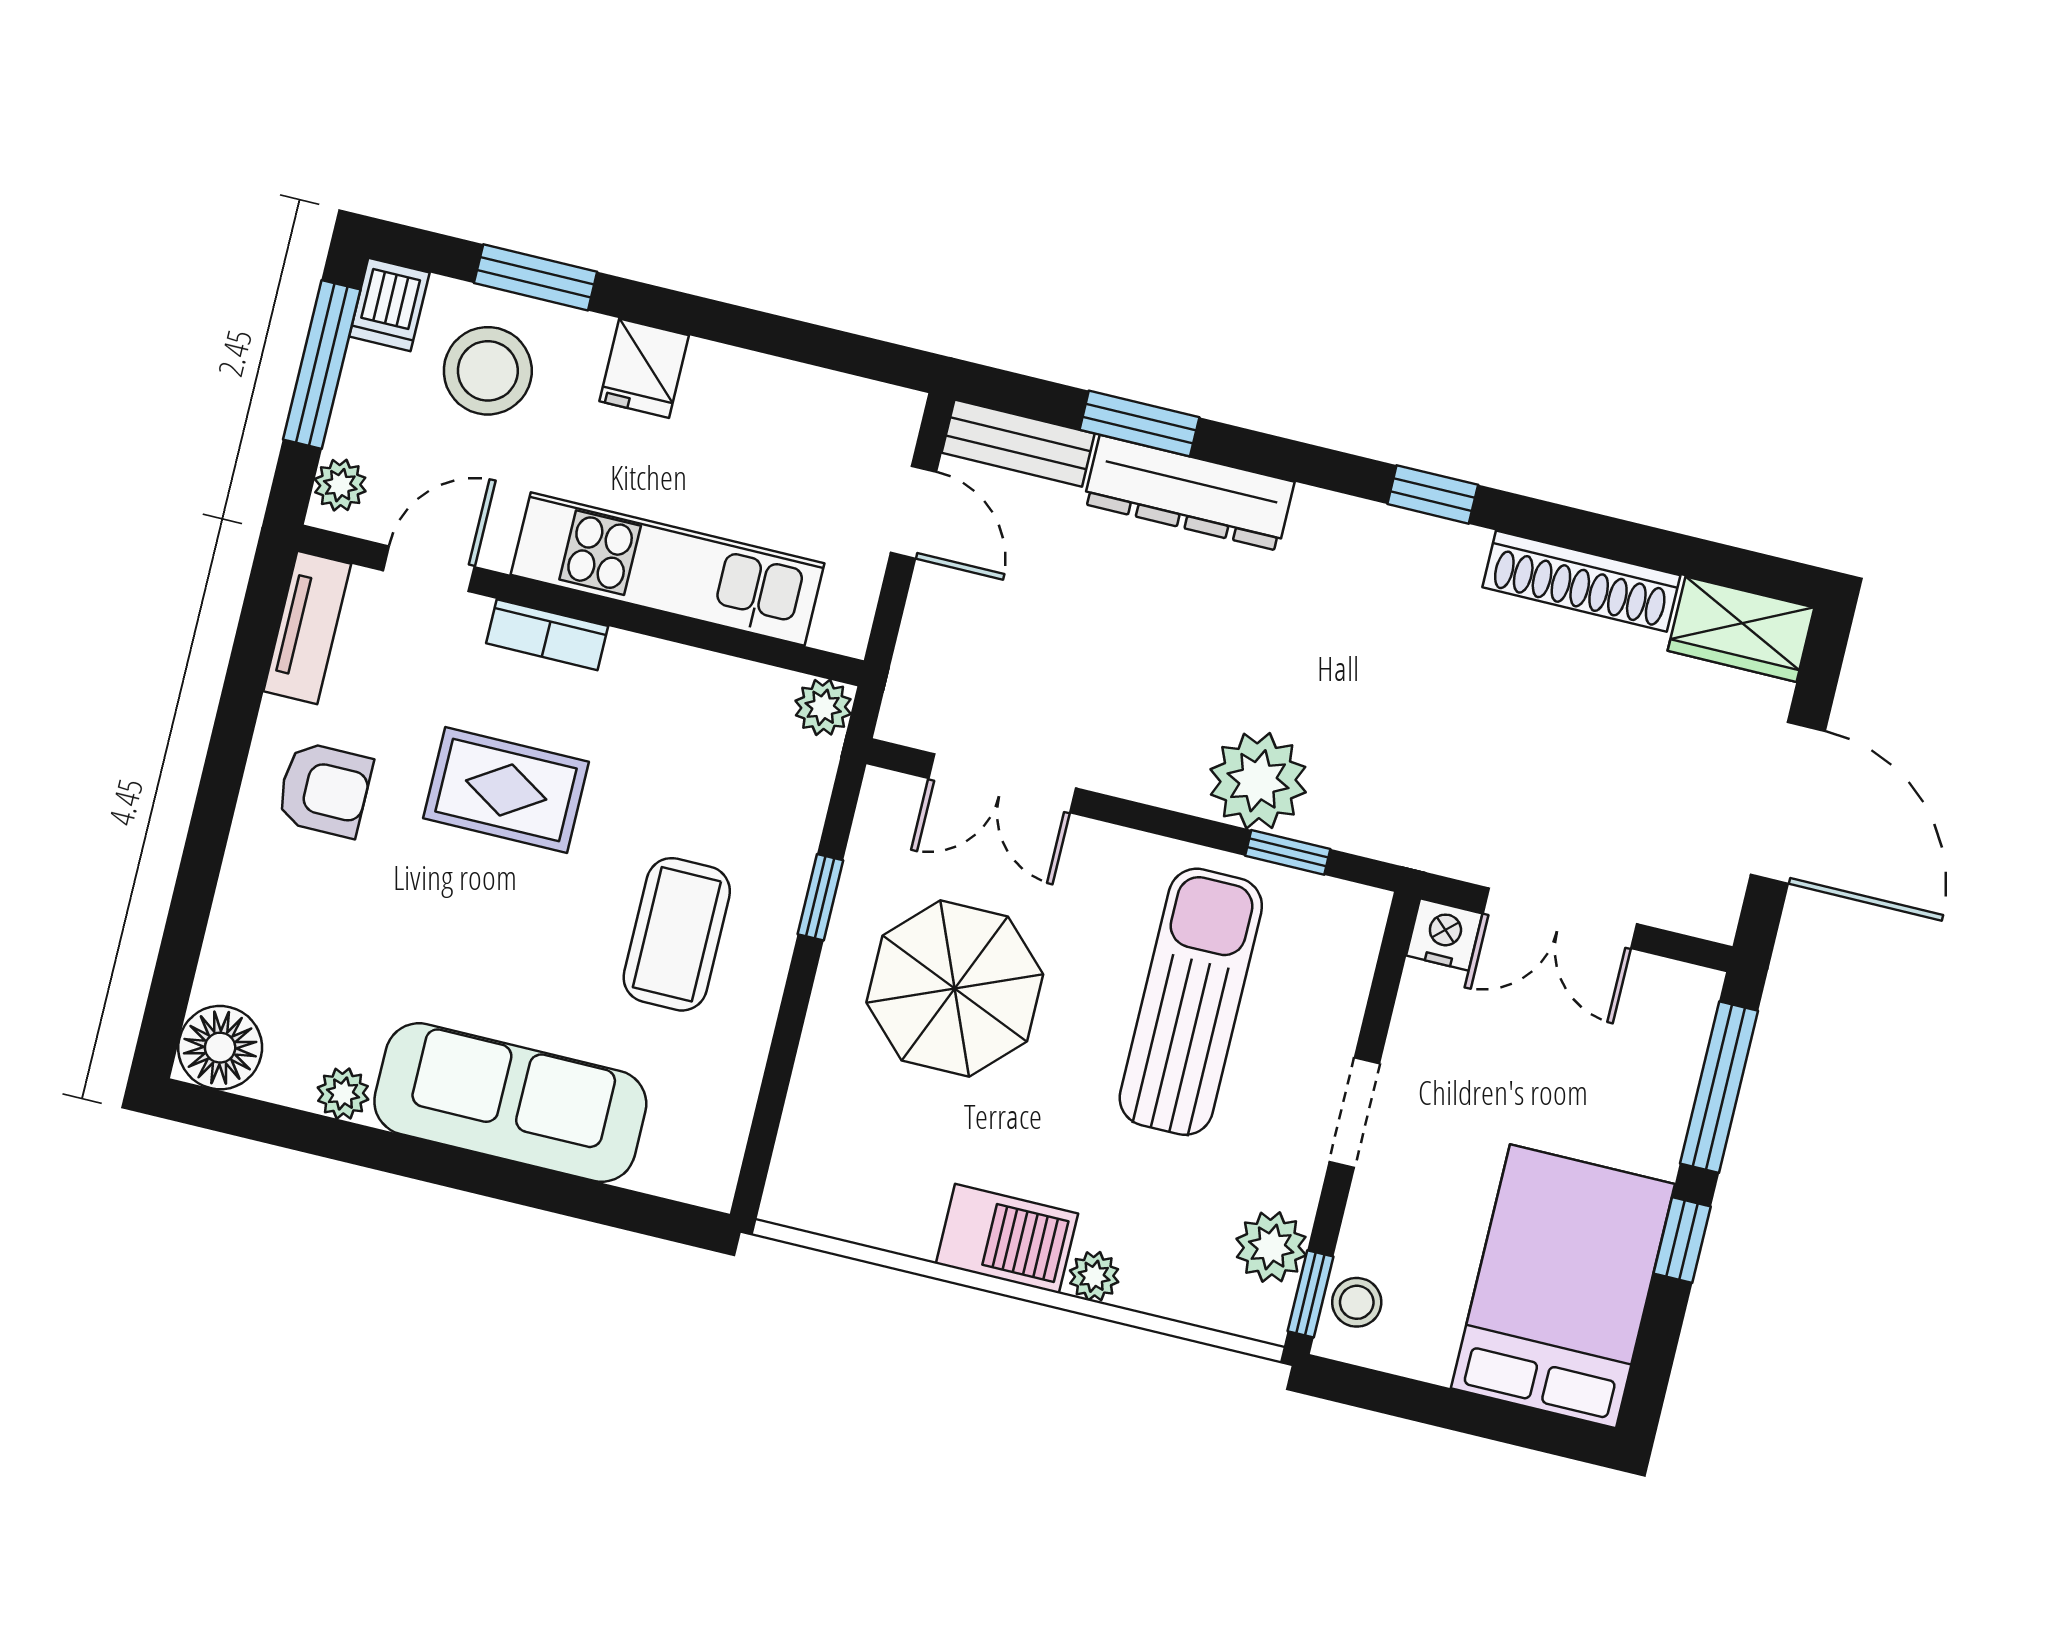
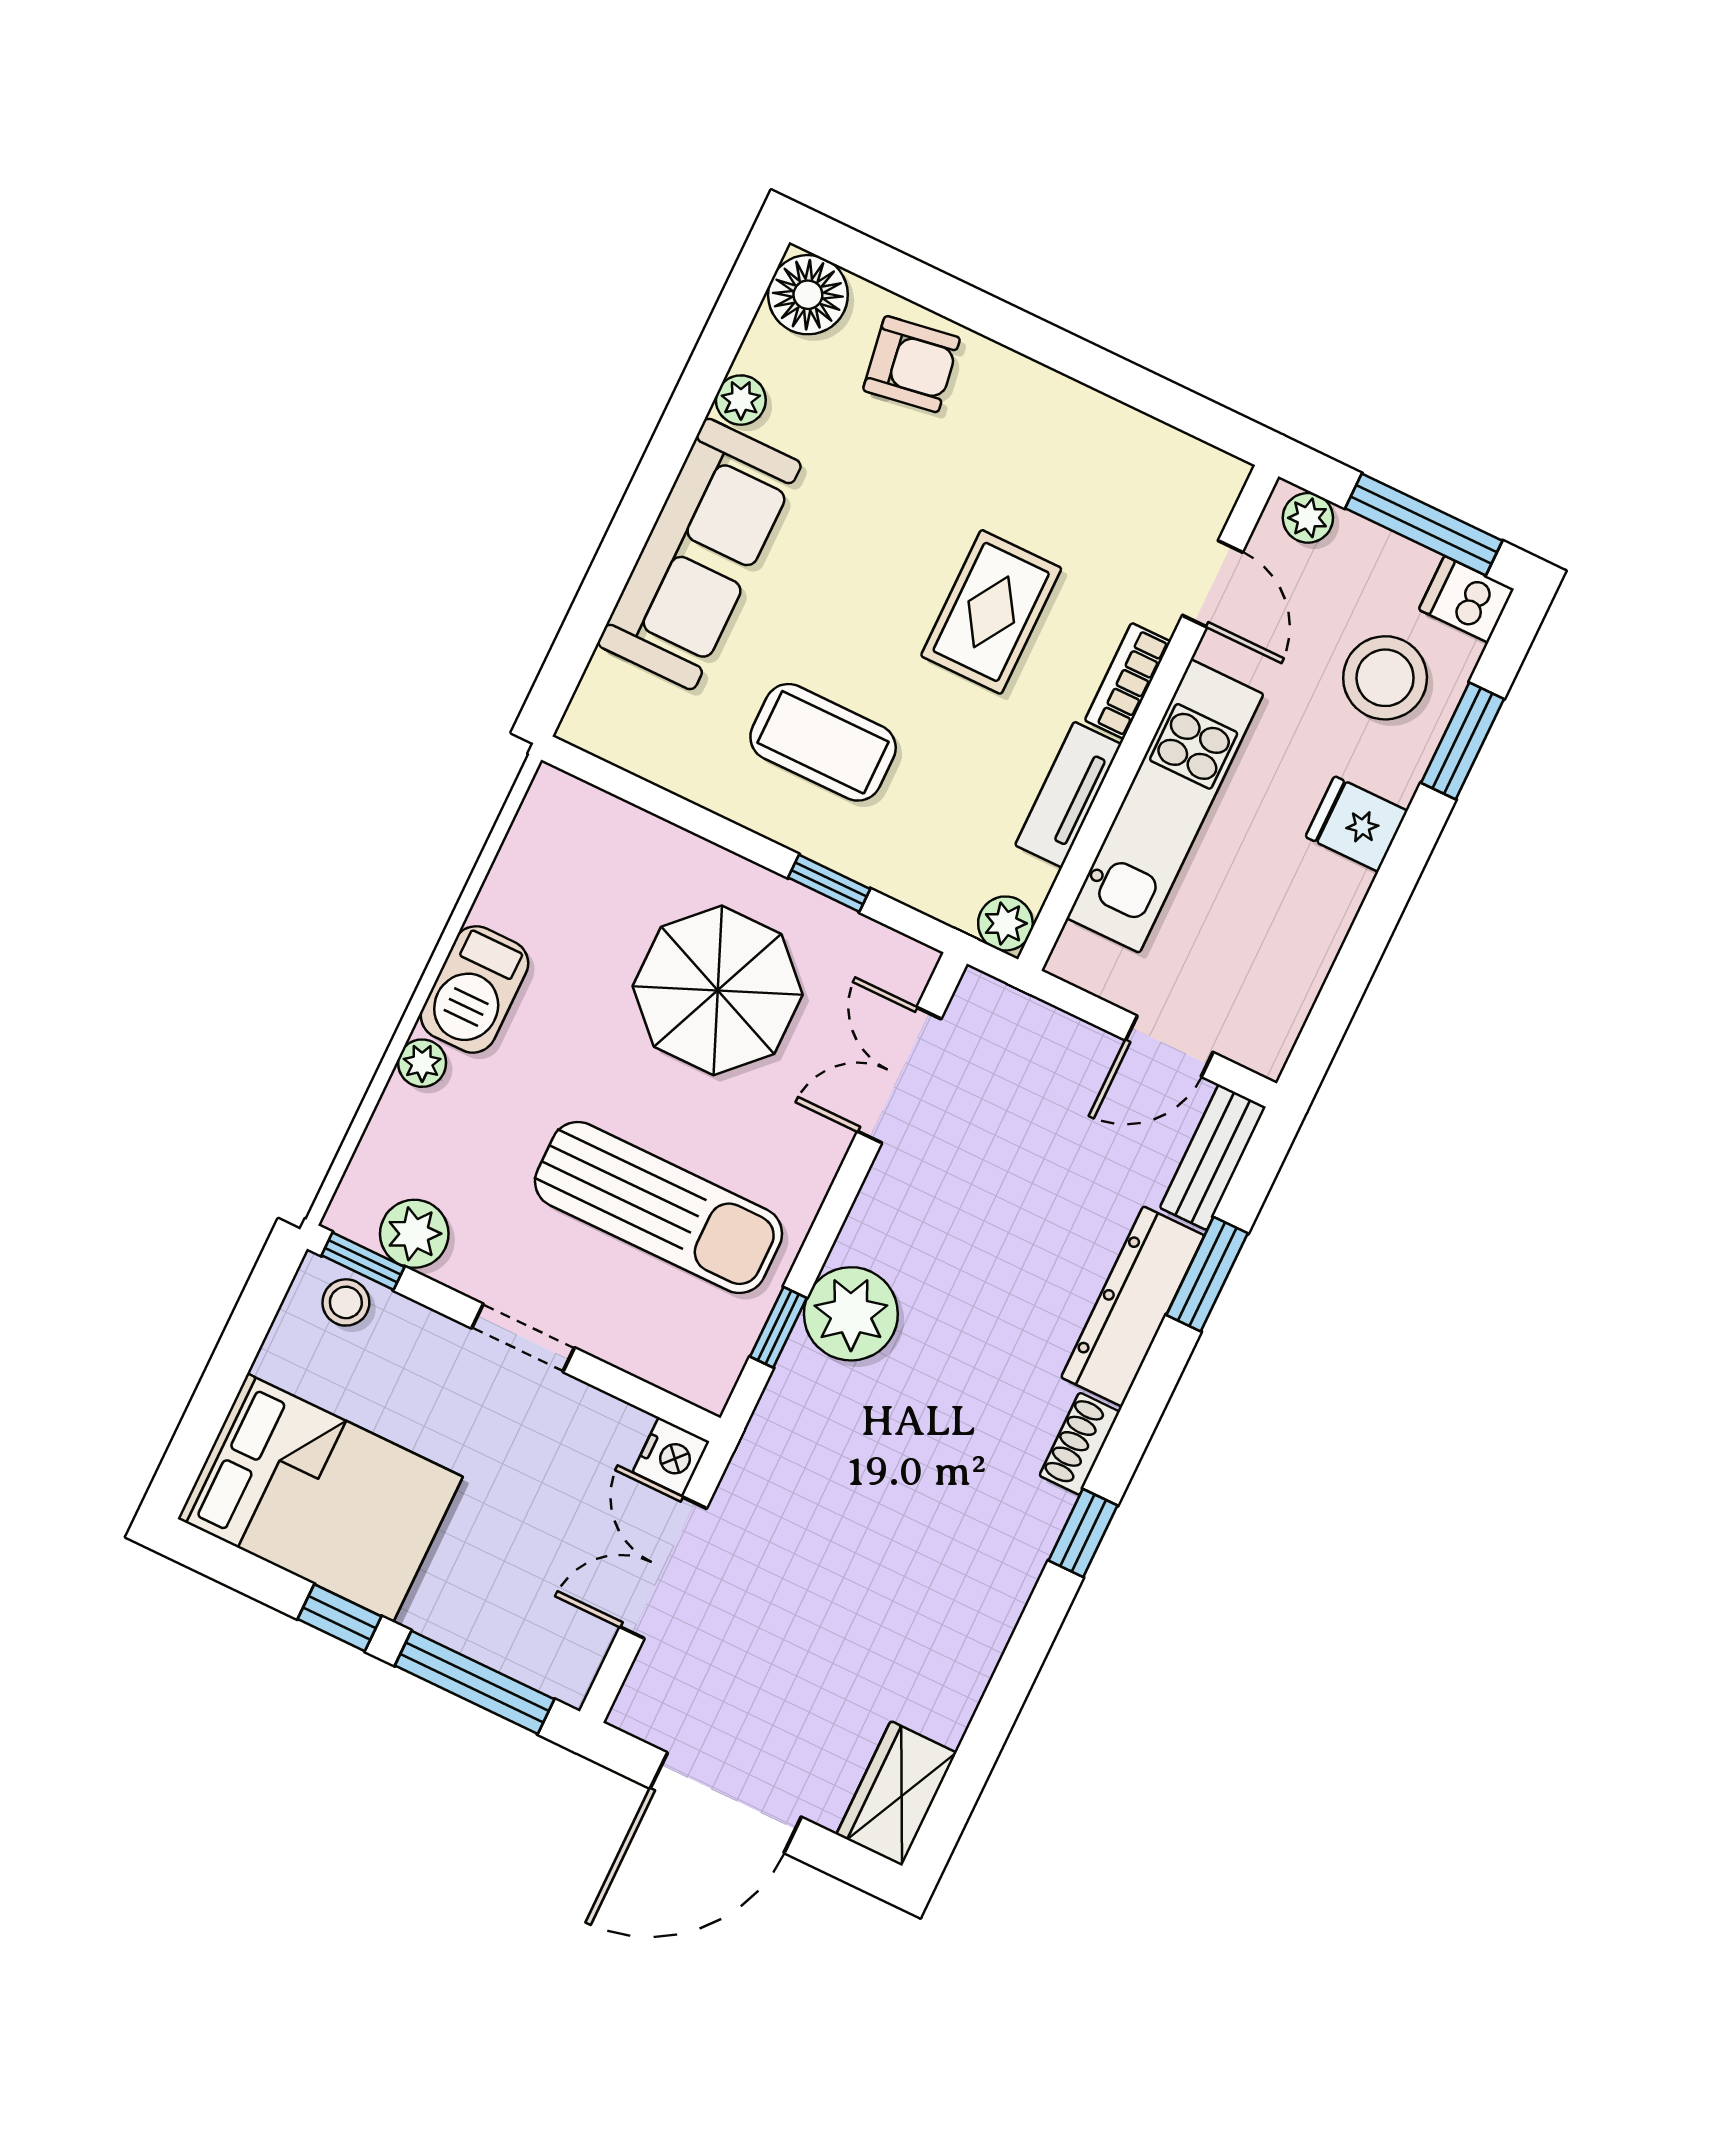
shoe rack: (1581, 581) -> (1080, 1444), moved, width x0.51, depth x0.81
tv unit: (307, 628) -> (1068, 795), moved, turned 90
armchair: (324, 790) -> (911, 364), moved, turned -99

